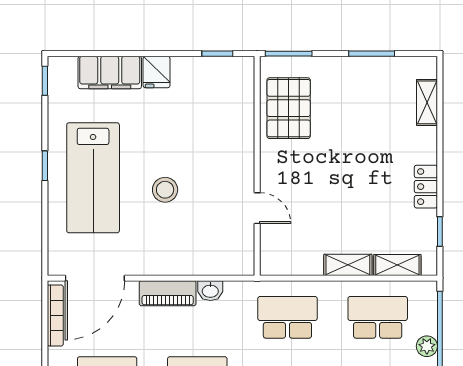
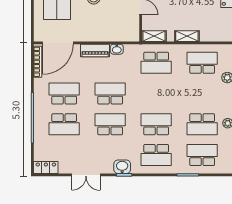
shelving: (397, 265) -> (154, 36), moved
school desk: (287, 317) -> (156, 63), turned 180

